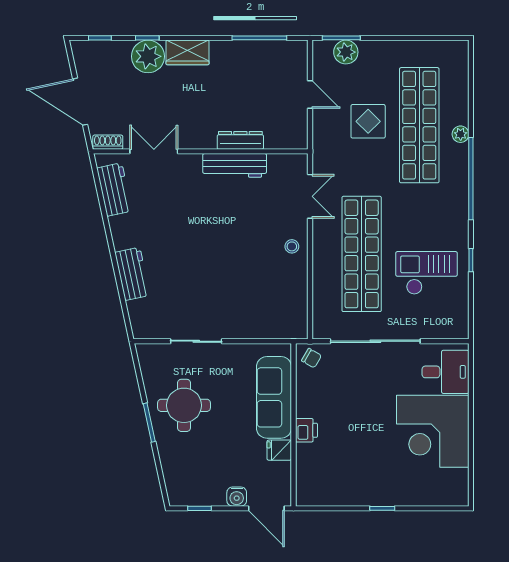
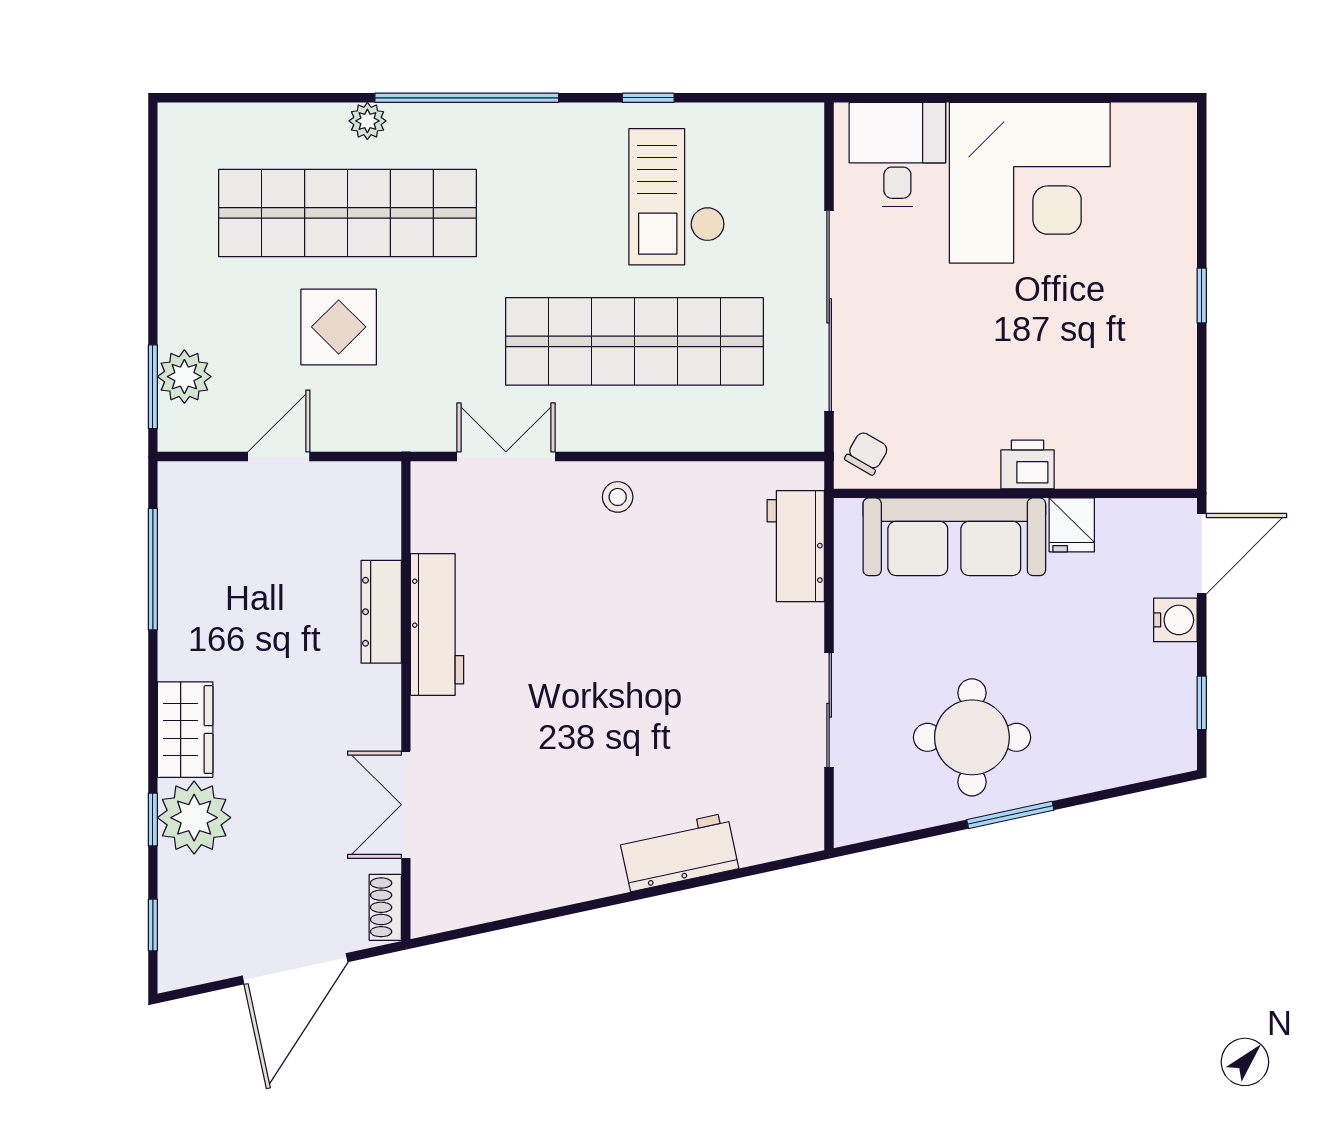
workbench: (114, 190) -> (796, 546), moved, turned -78

